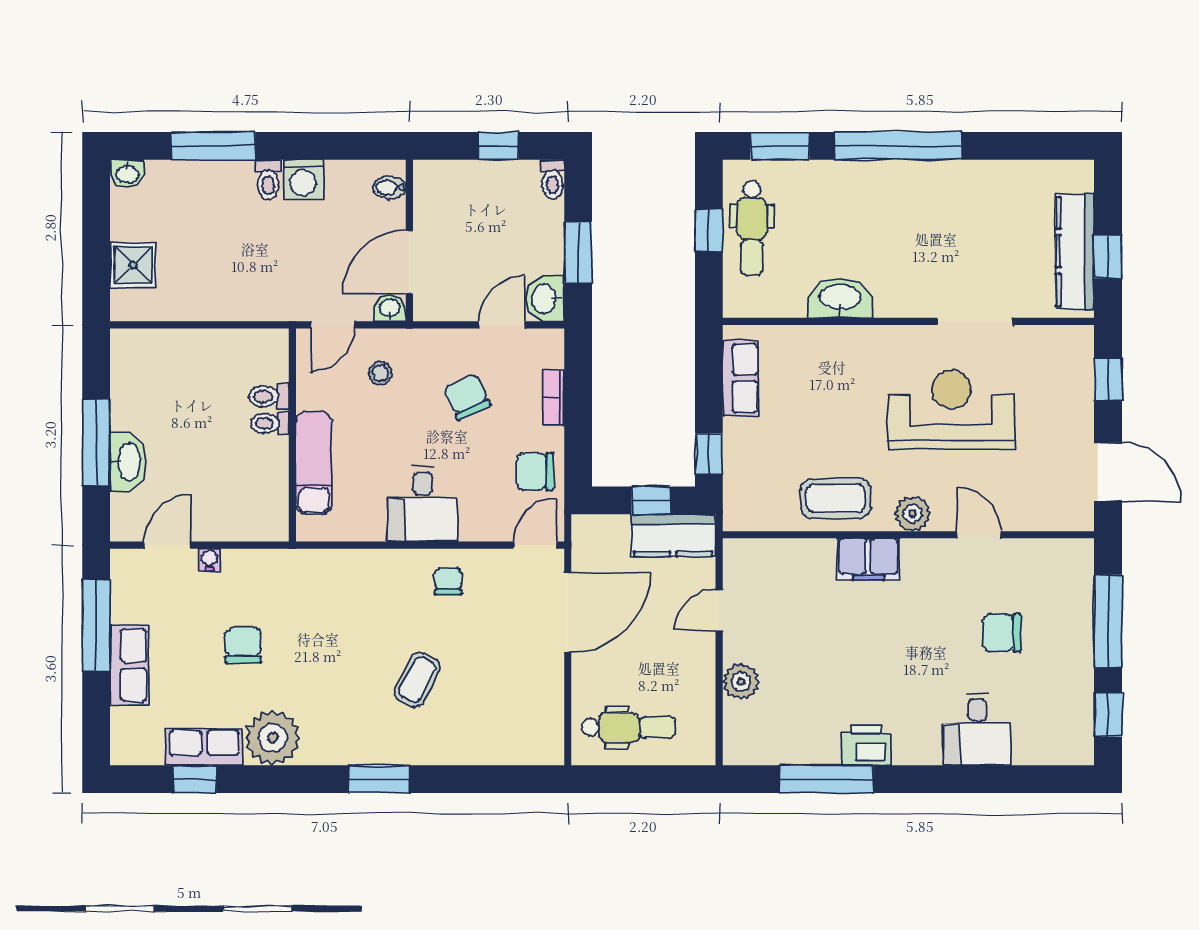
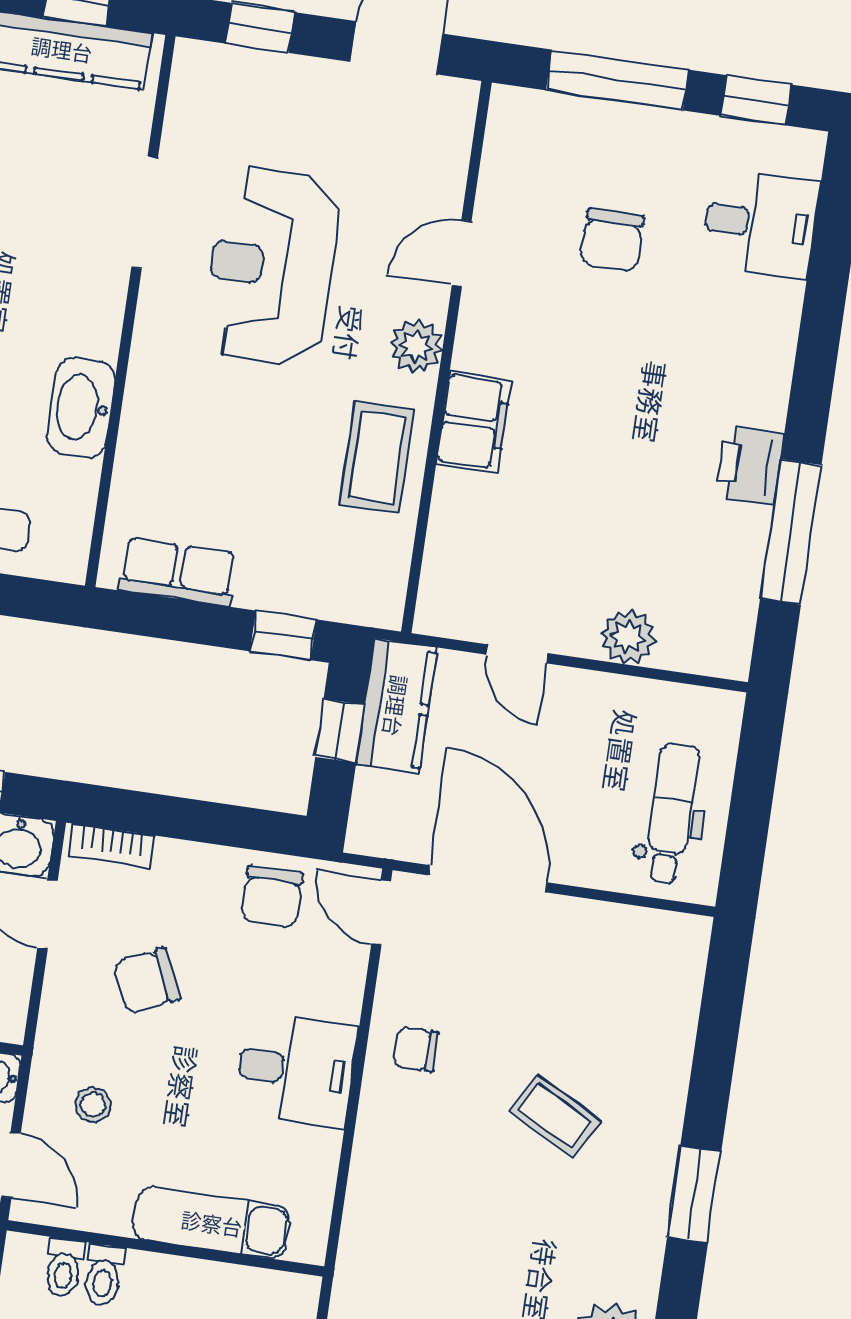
bookcase: (553, 398) -> (112, 846), moved
toilet: (270, 423) -> (64, 1268), moved
desk: (977, 729) -> (760, 224), moved

